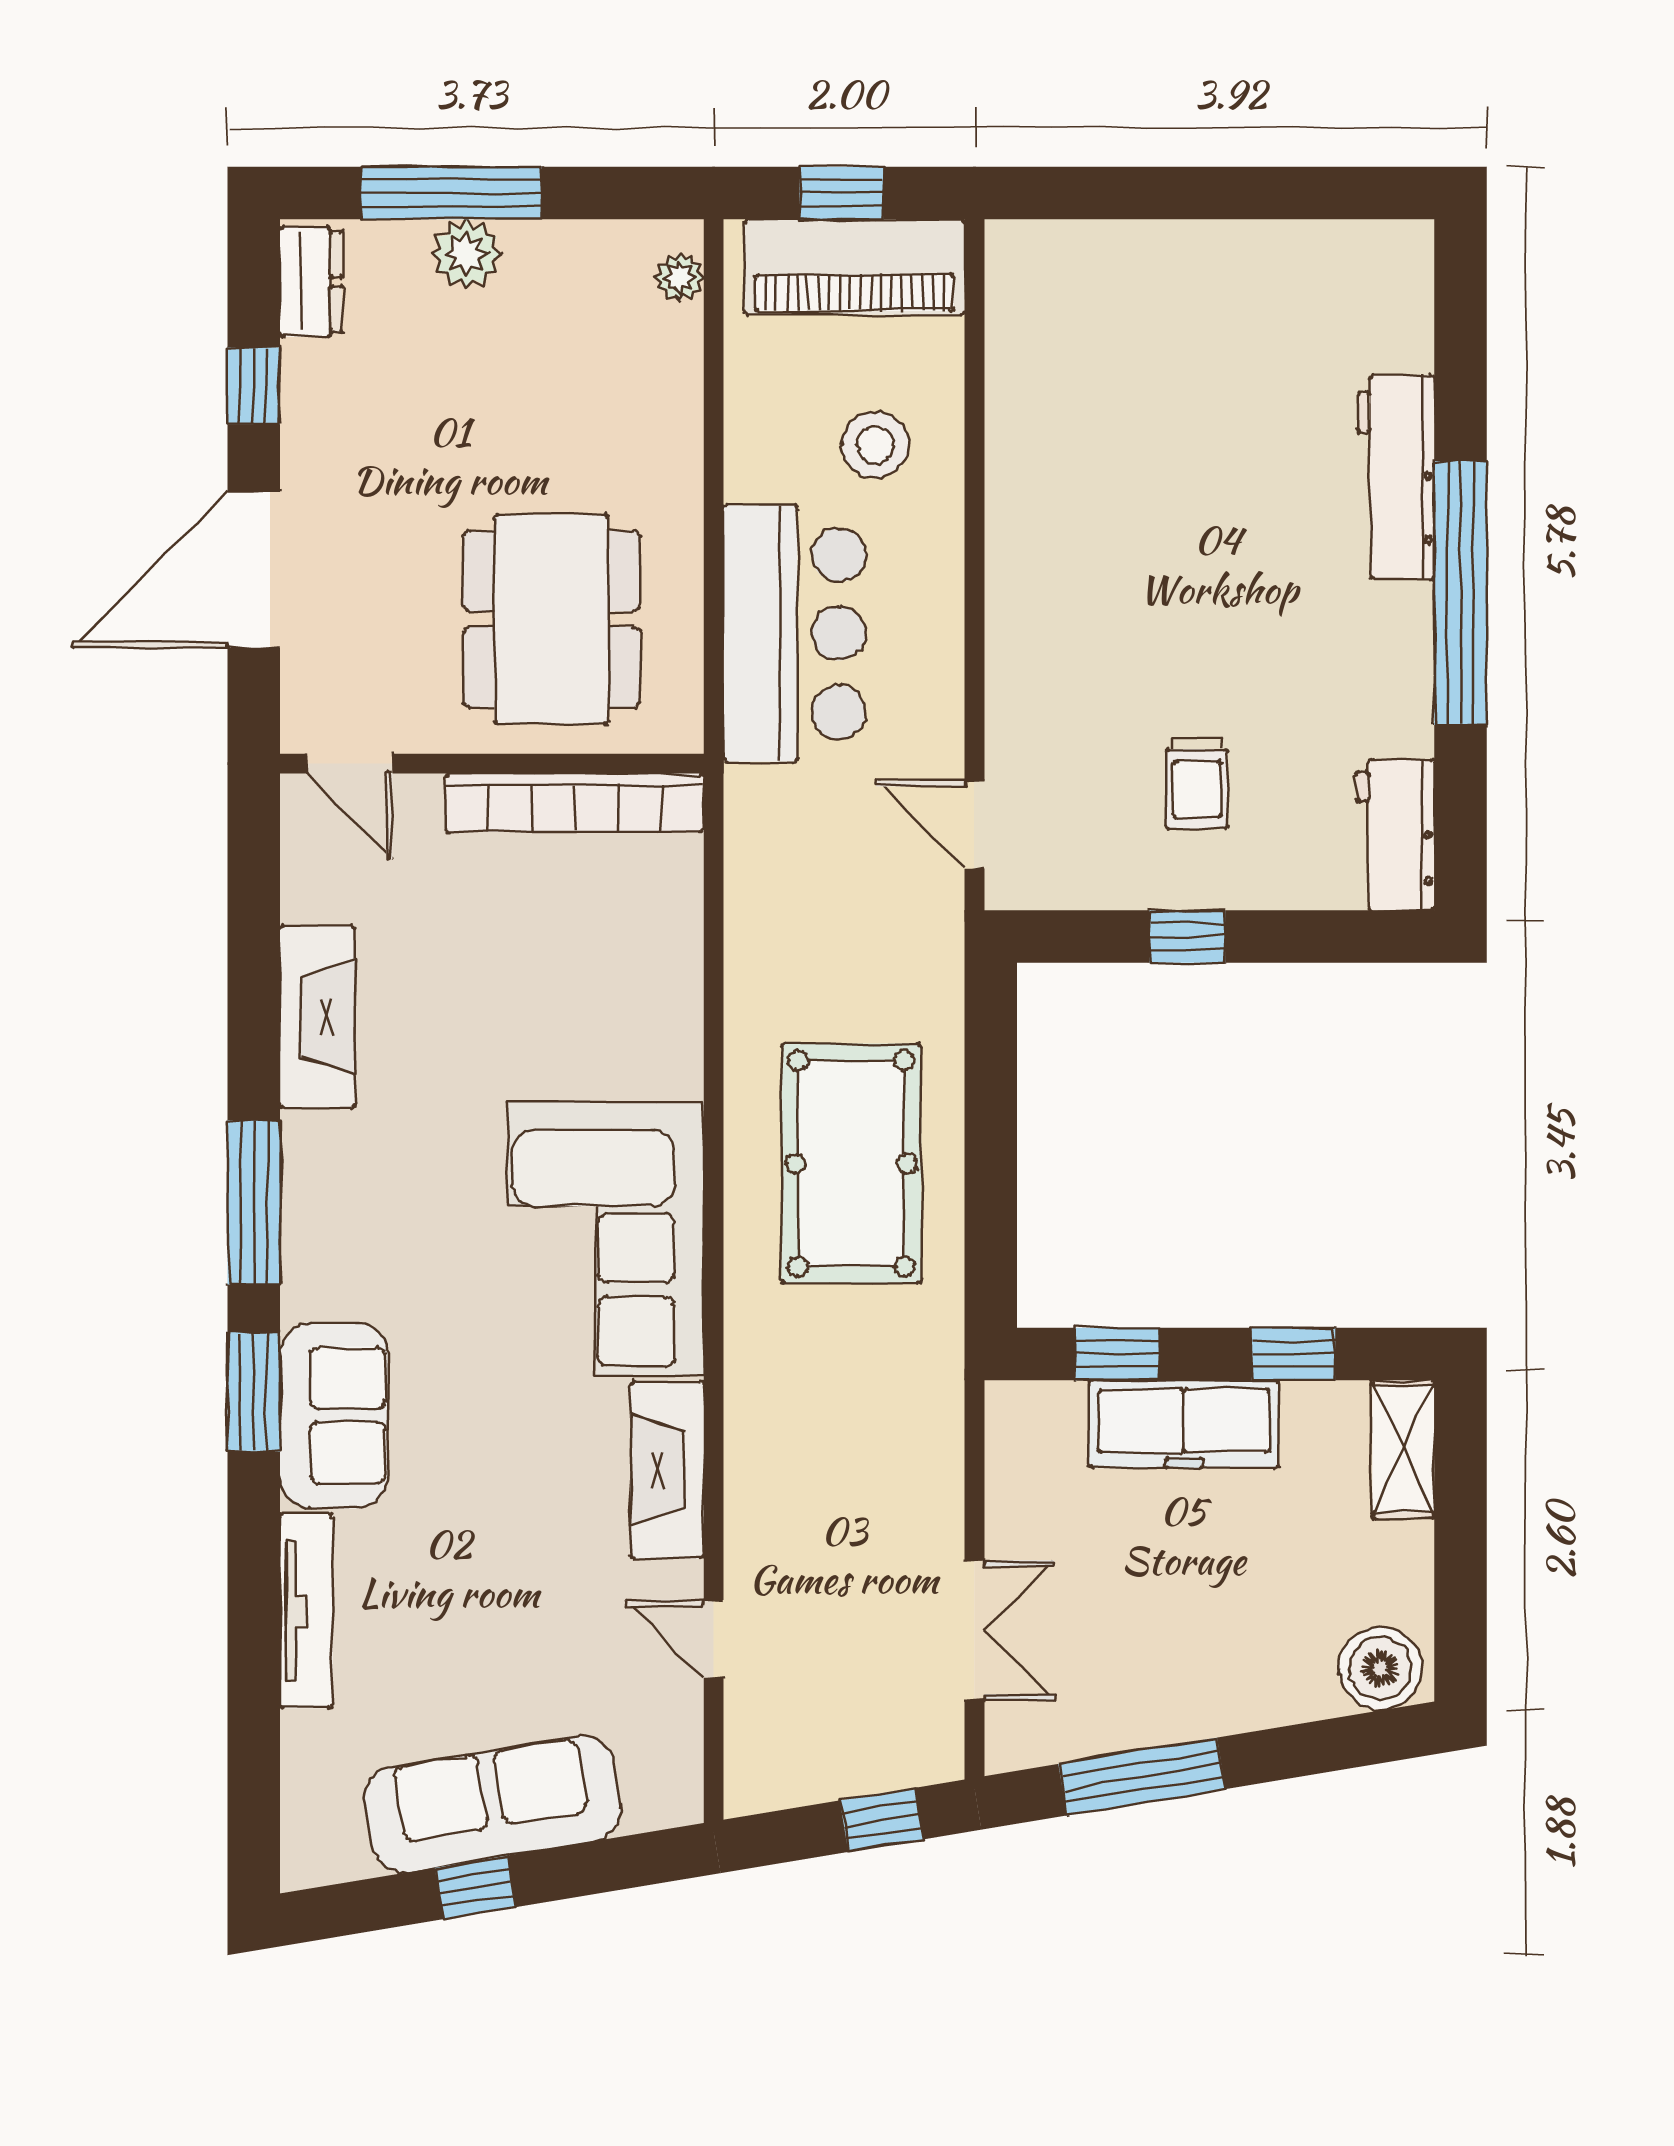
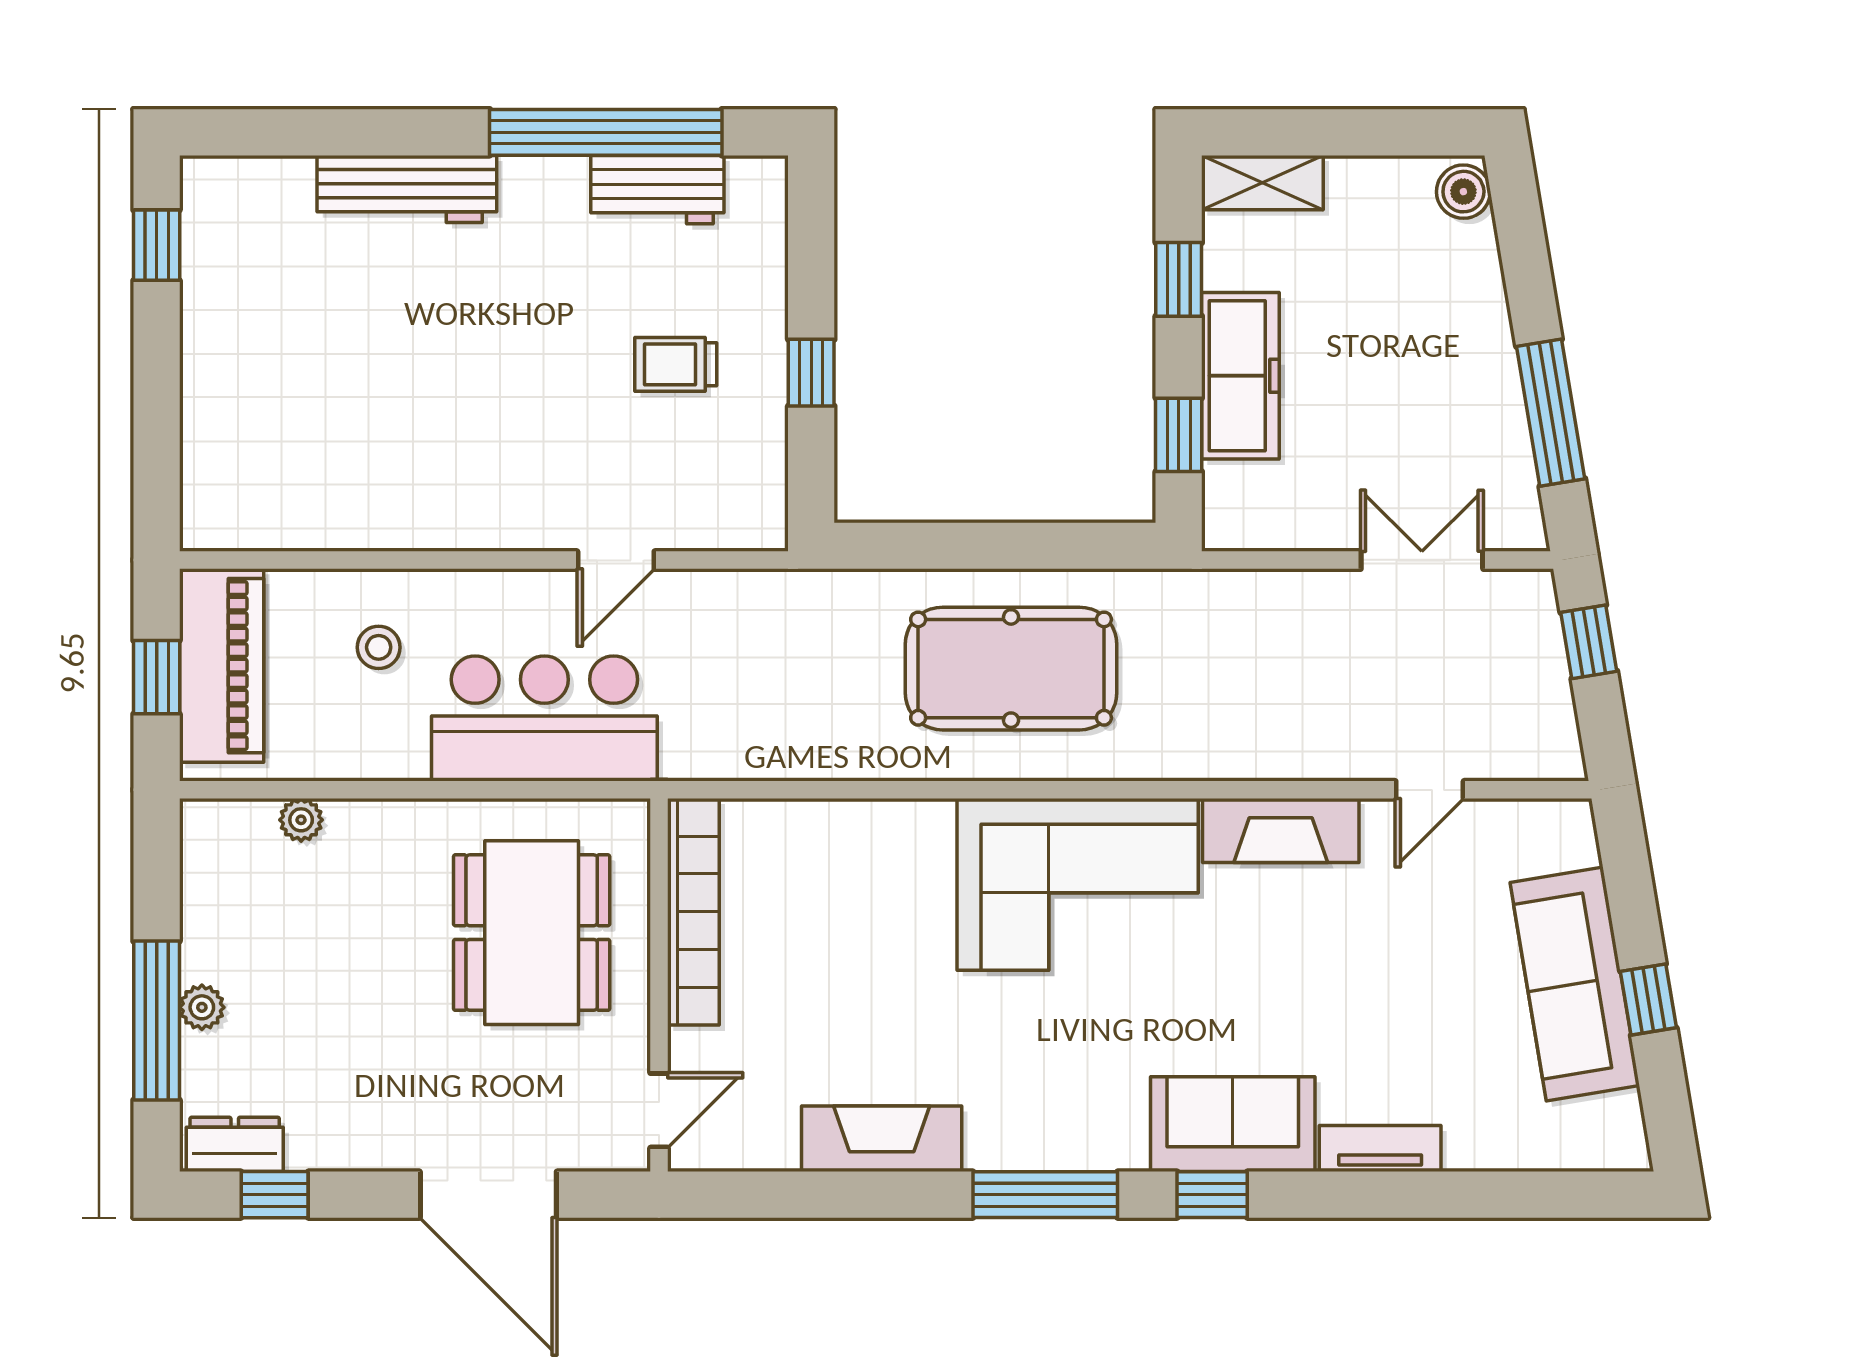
window: (1332, 193) -> (157, 245), added
plant: (467, 254) -> (202, 1007), width x0.73, depth x0.73
plant: (679, 277) -> (301, 820), moved
window: (254, 386) -> (275, 1195), moved
stool: (875, 445) -> (379, 647), width x0.73, depth x0.73
window: (1460, 593) -> (606, 132), moved
dining table: (551, 619) -> (532, 933), turned 90
trolley: (1197, 783) -> (676, 364), turned 180
door: (974, 825) -> (616, 560), moved
workbench: (1395, 835) -> (657, 190), moved
window: (254, 1392) -> (1212, 1195), width x0.67
tv unit: (306, 1611) -> (1380, 1148), width x0.71
boiler: (1380, 1668) -> (1463, 192), width x0.73, depth x0.73

